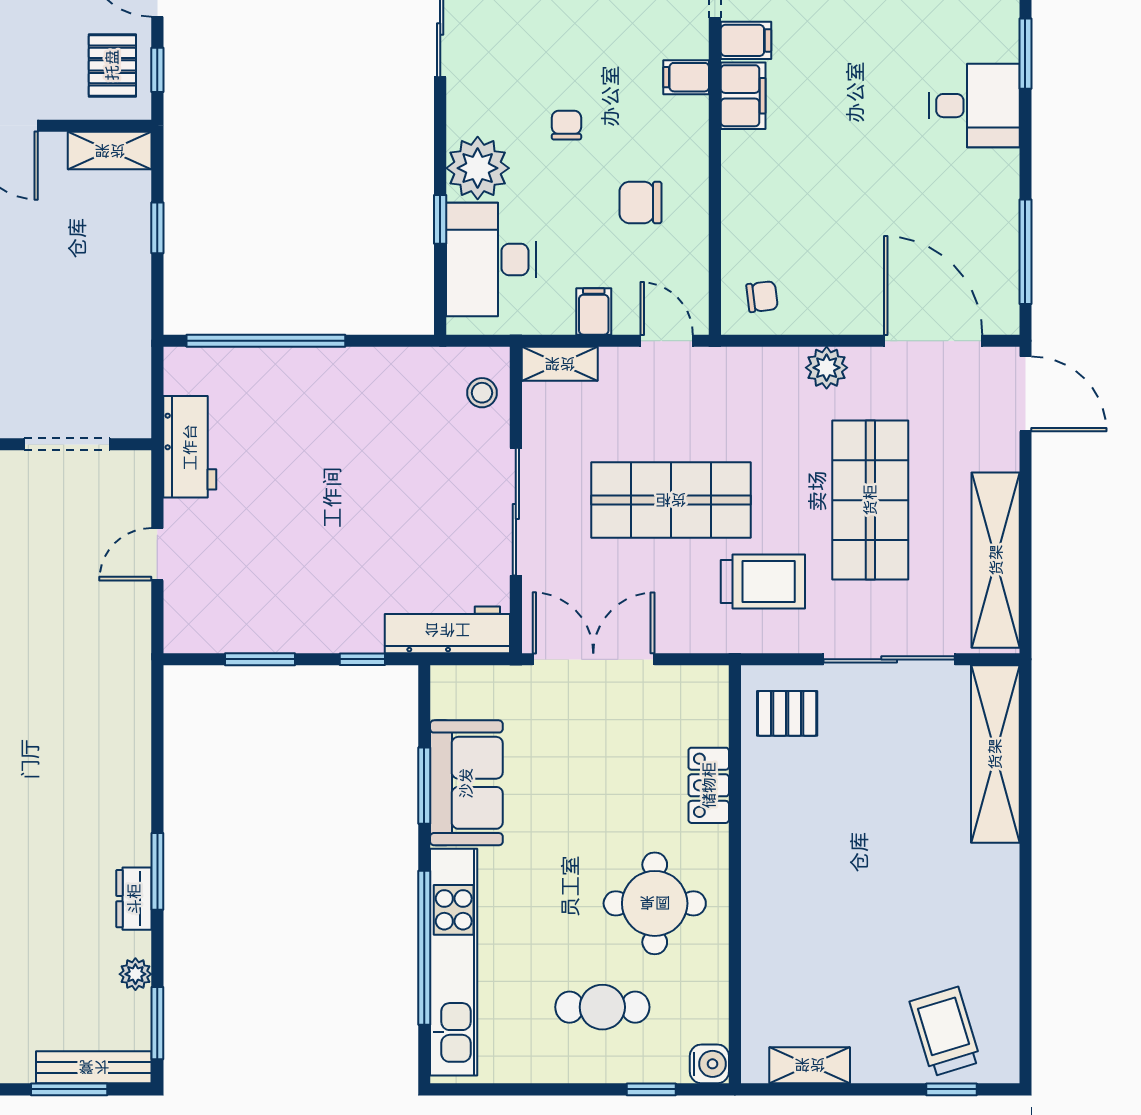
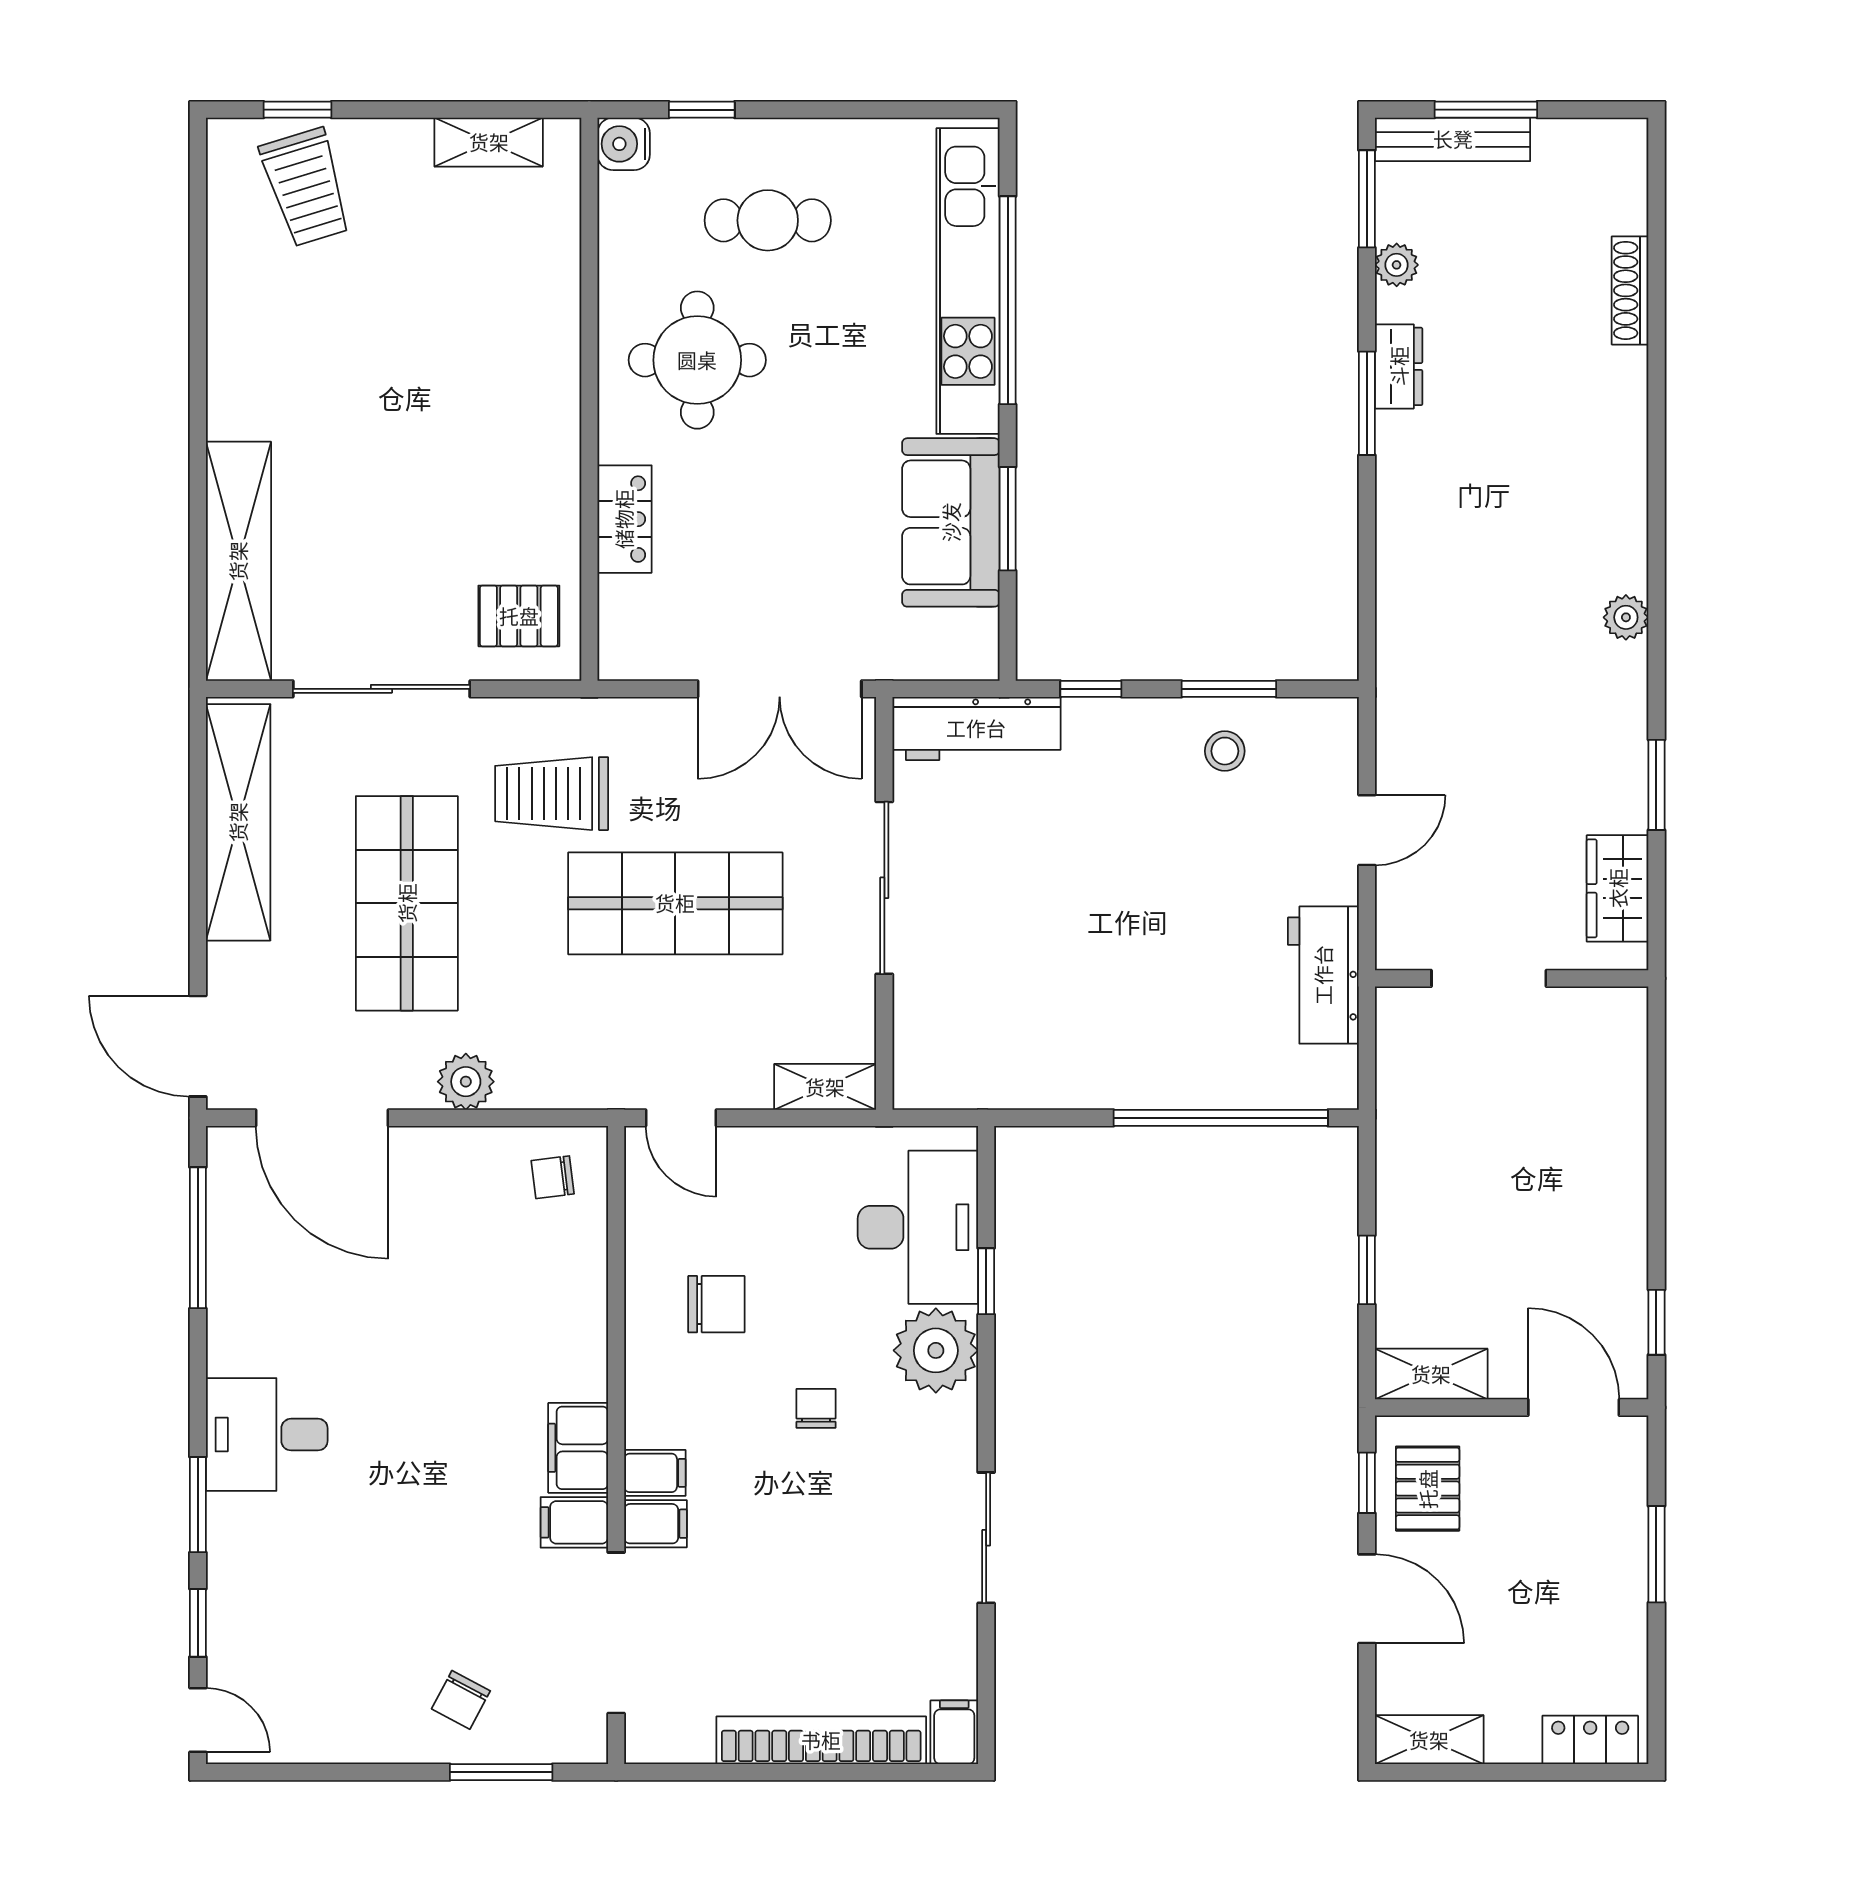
chair: (566, 125) -> (816, 1408), turned 180
filing cabinet: (594, 311) -> (656, 1524), moved, turned -90
stool: (482, 393) -> (1225, 751), moved

